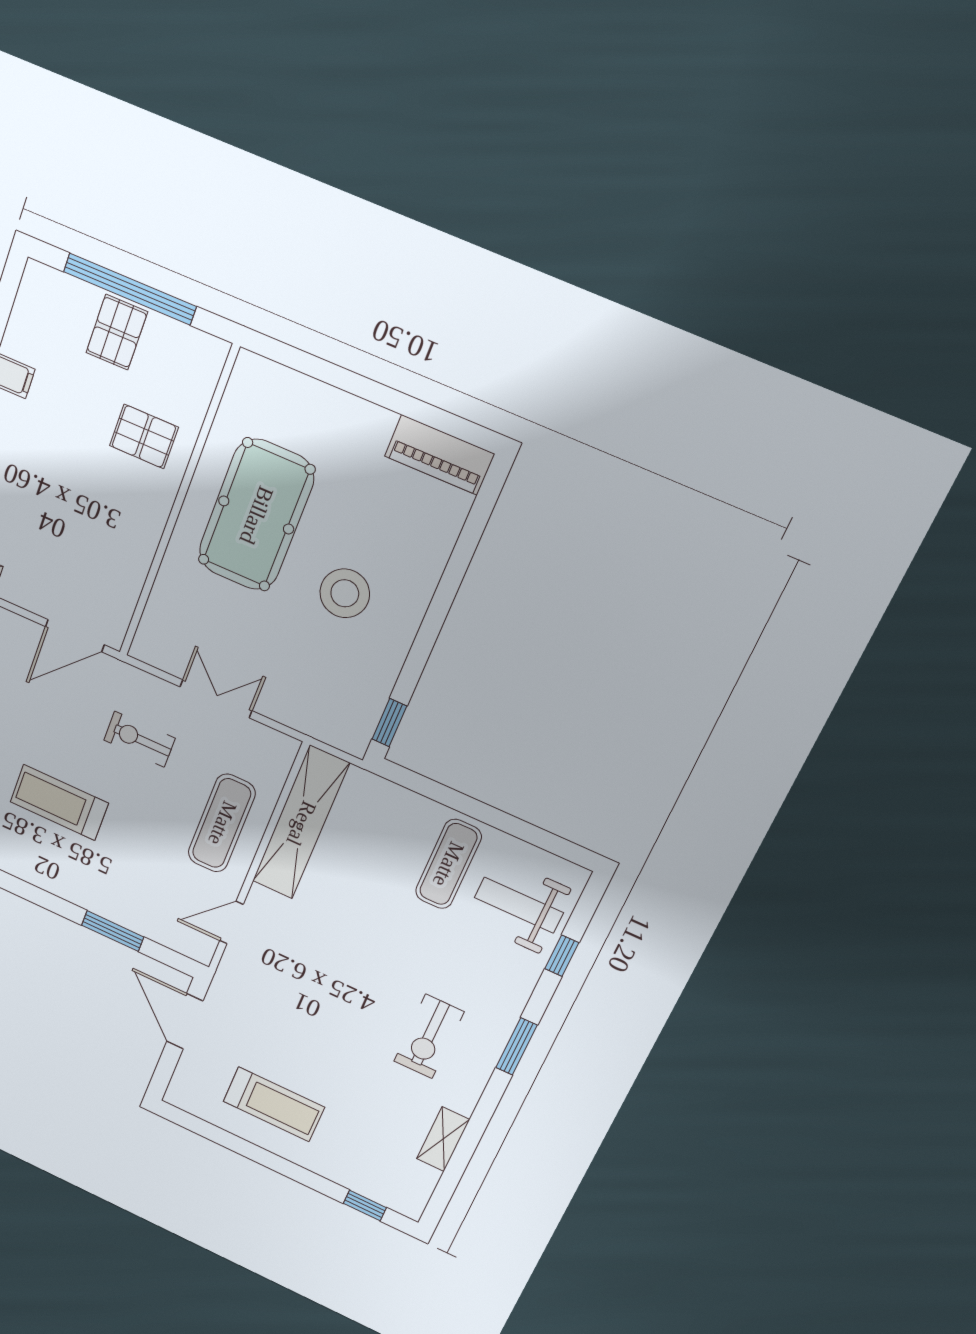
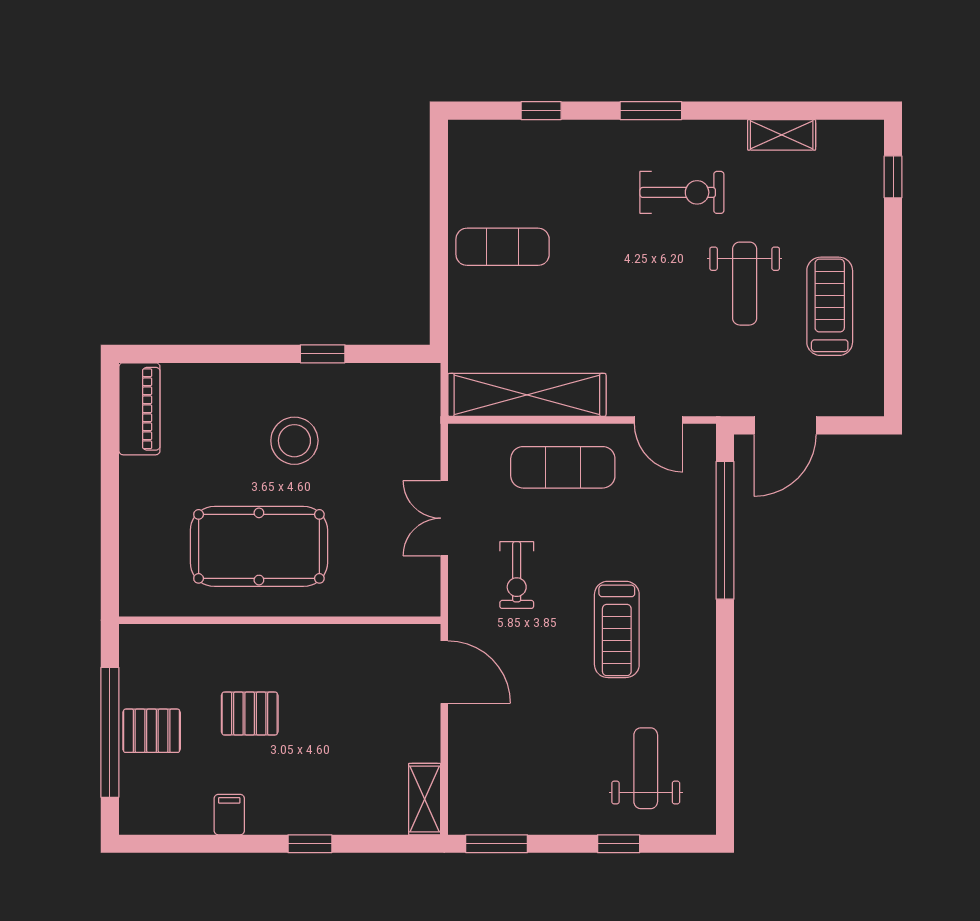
pallet: (144, 436) -> (250, 714), moved, turned 90
window: (389, 723) -> (323, 354), moved
weight bench: (519, 905) -> (745, 284), moved
window: (113, 931) -> (725, 530), width x2.11

